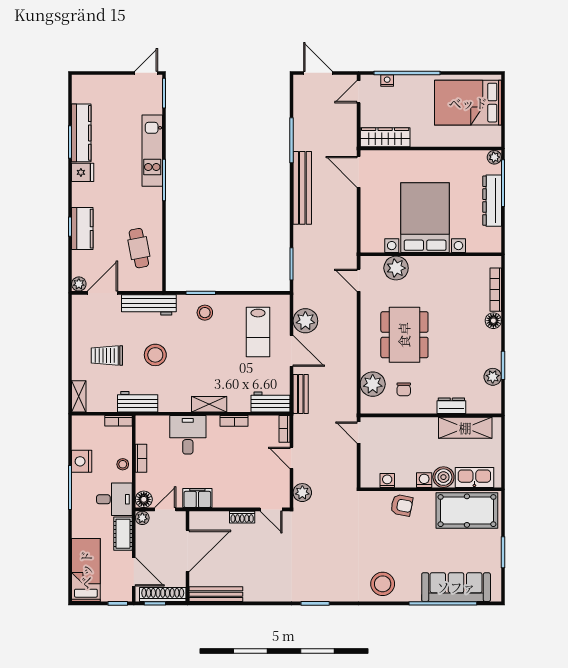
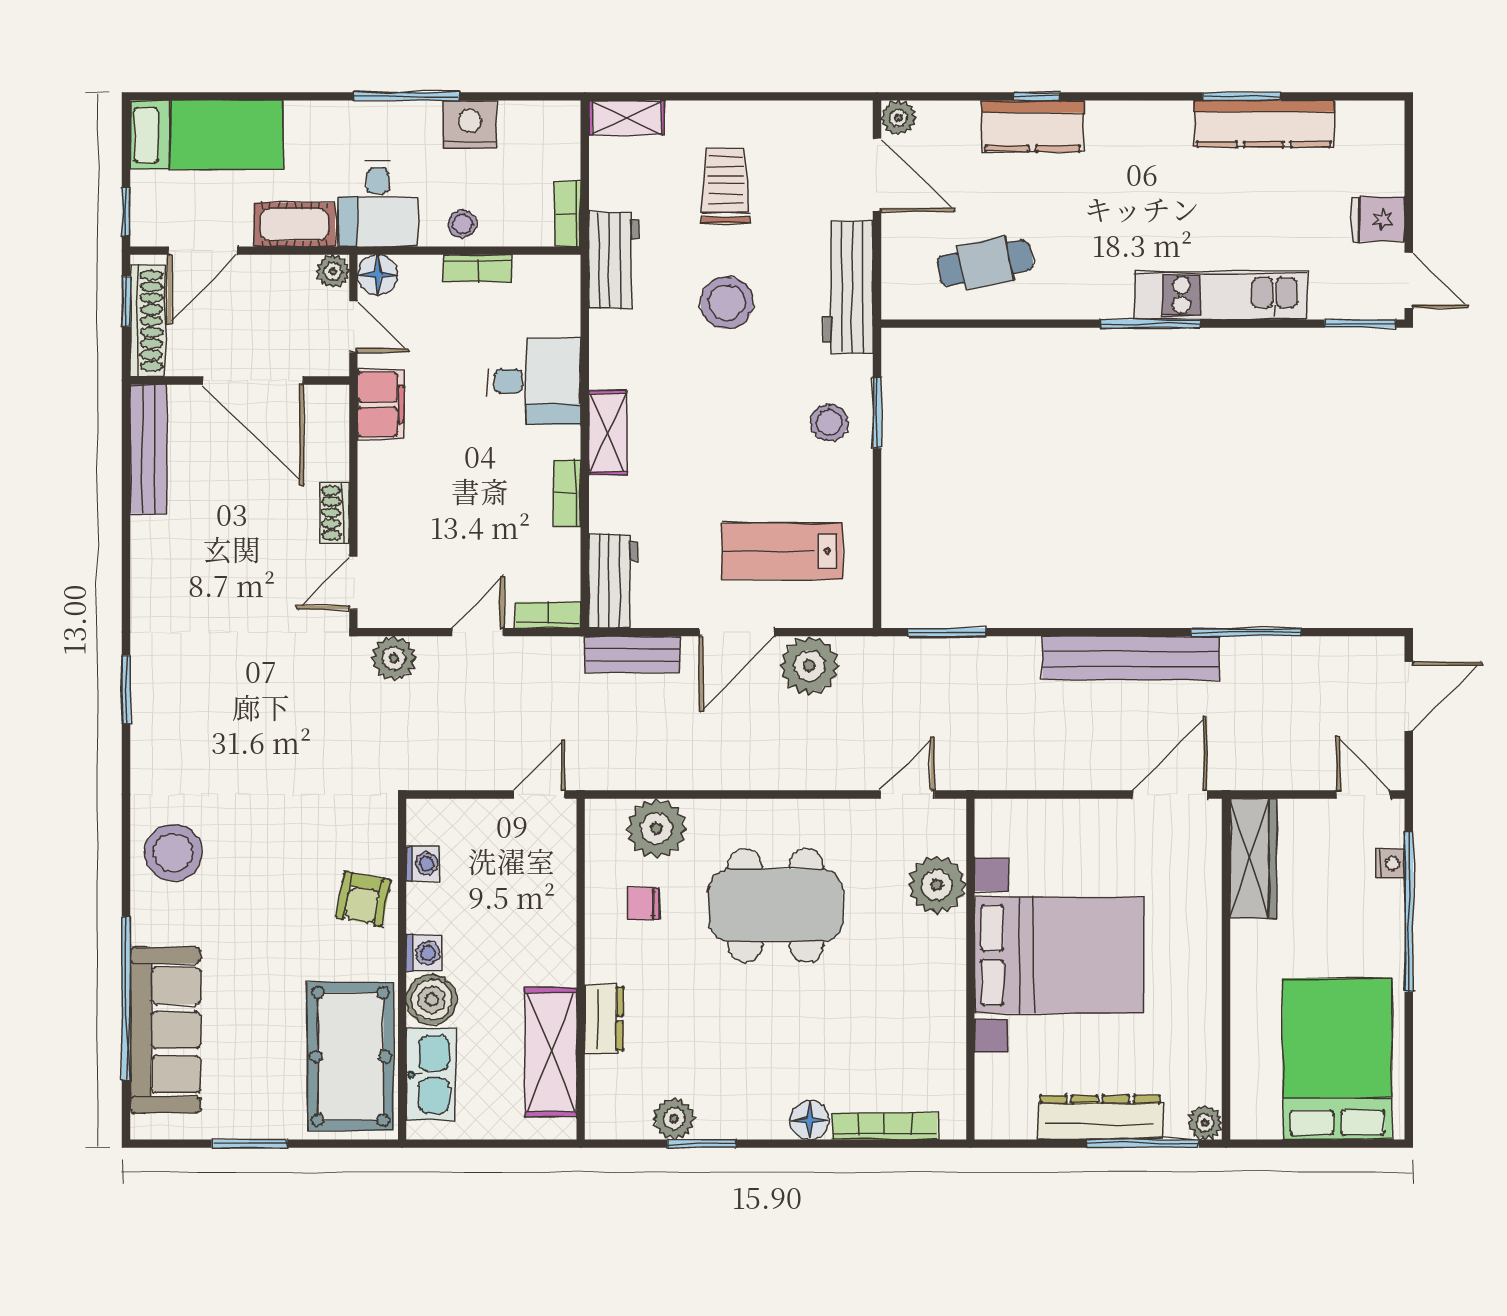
fridge: (83, 172) -> (1378, 219), moved, turned 90

